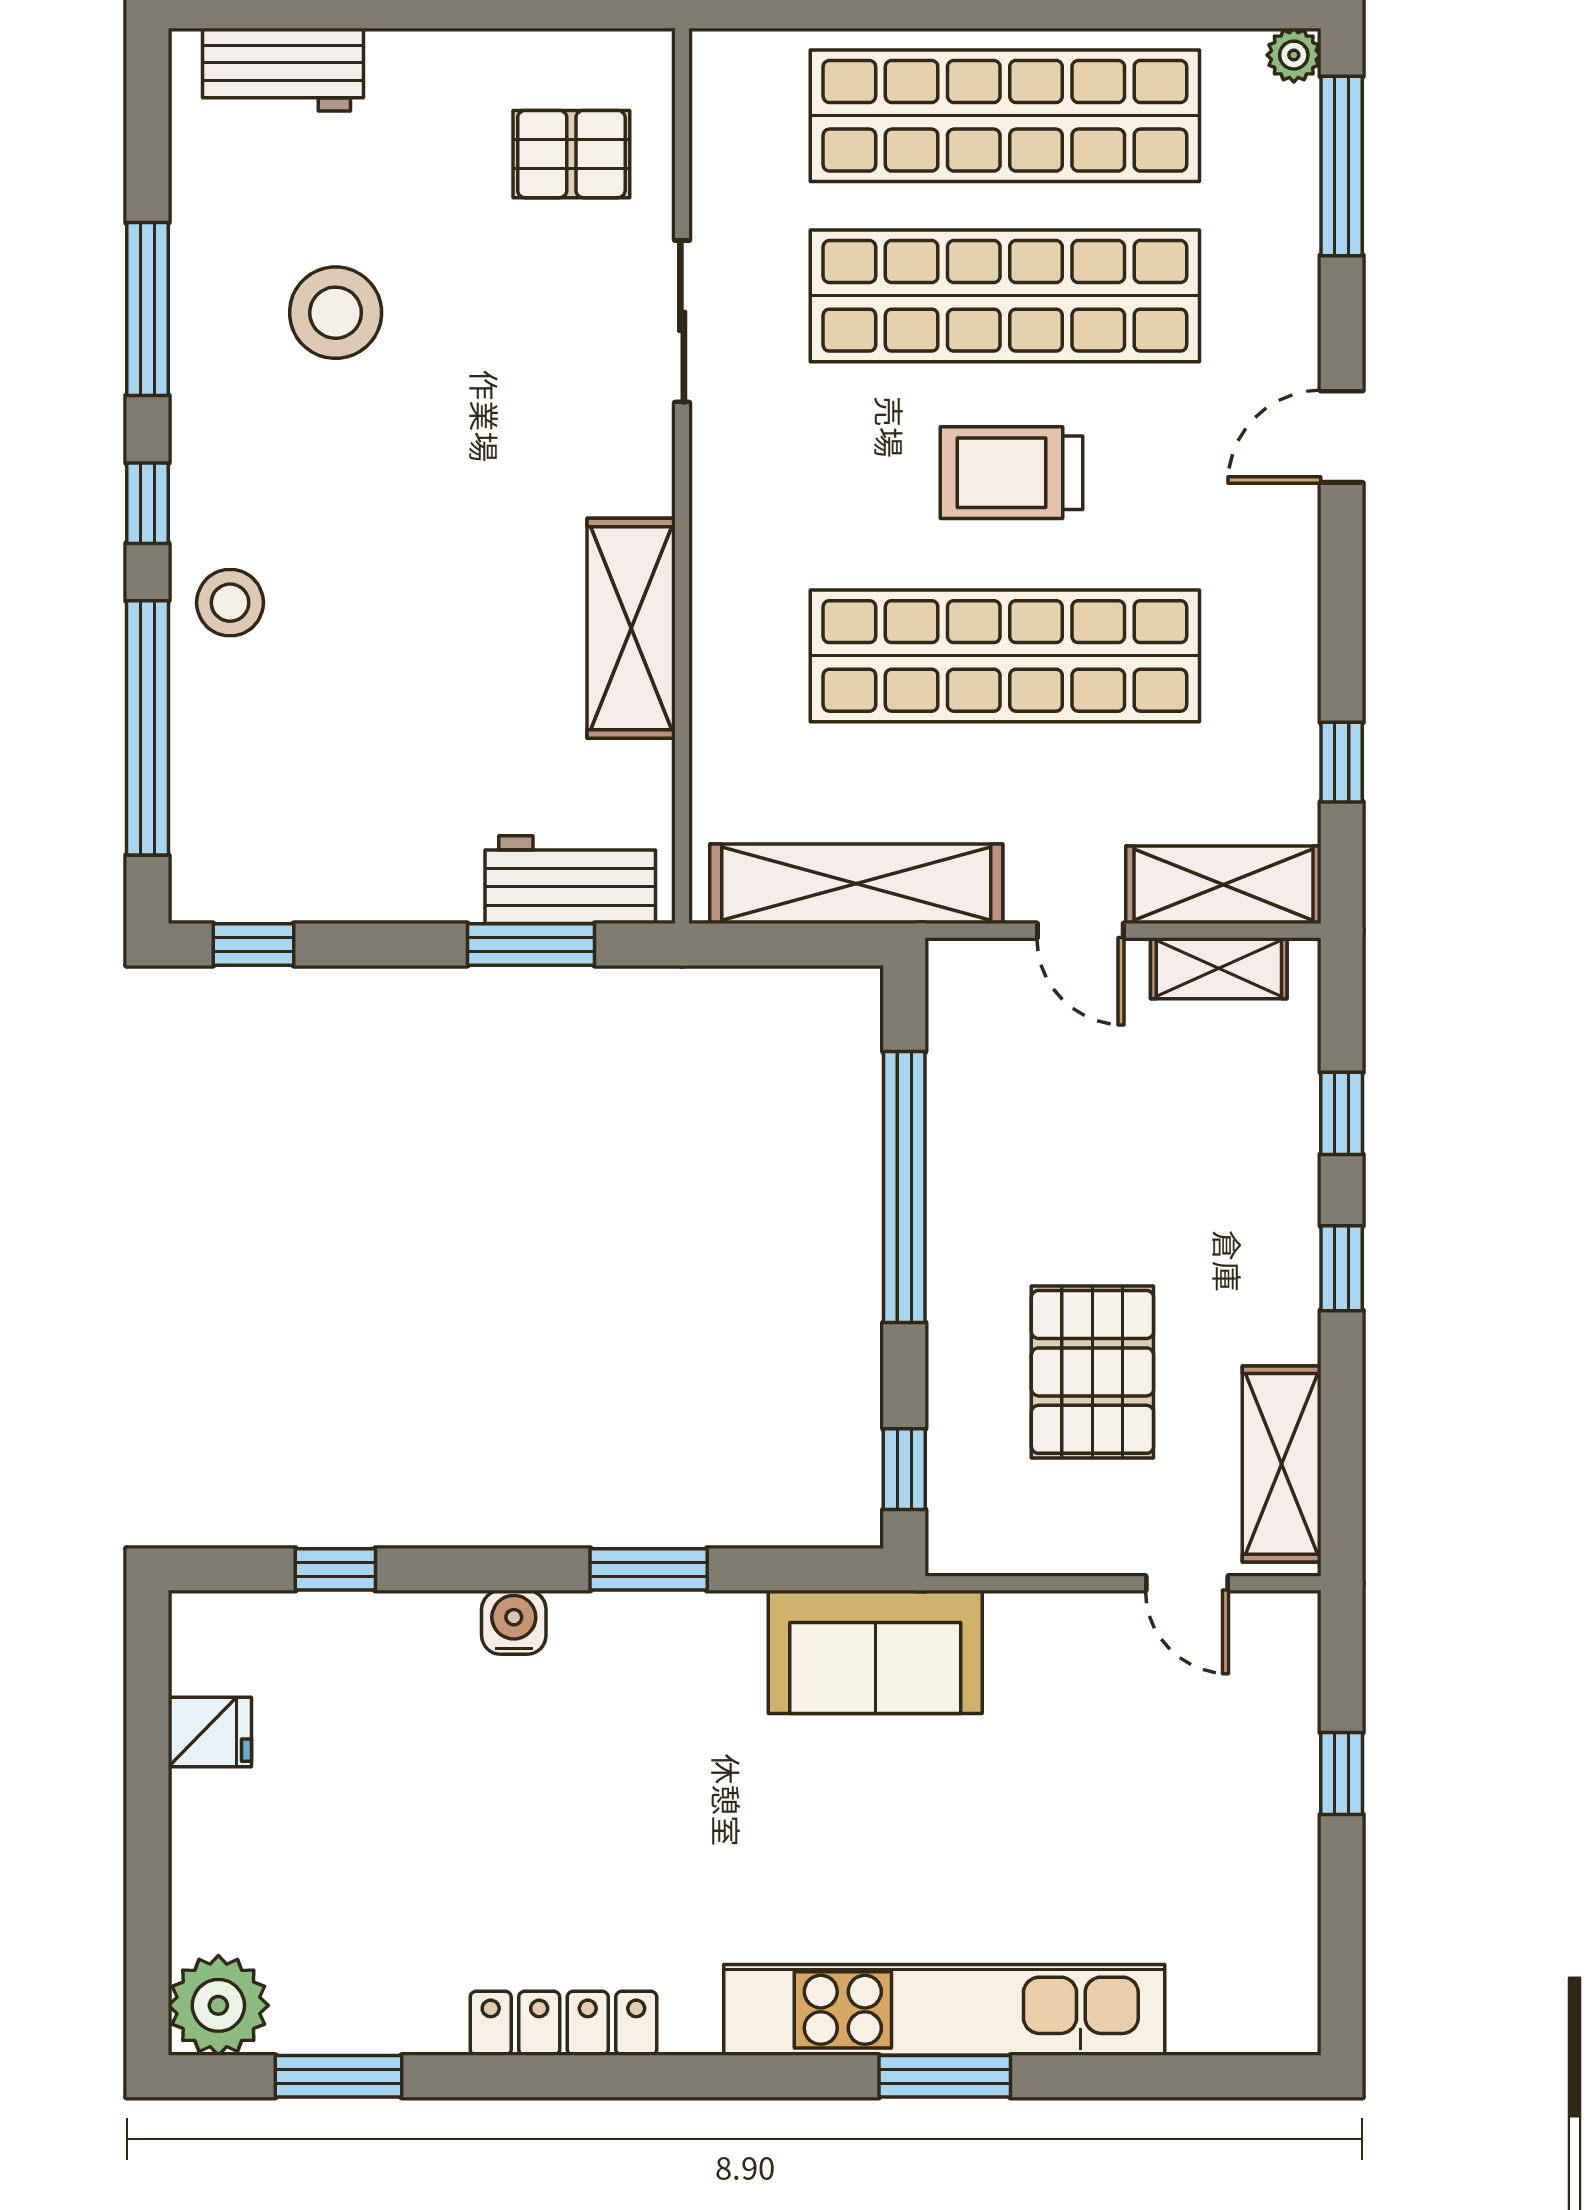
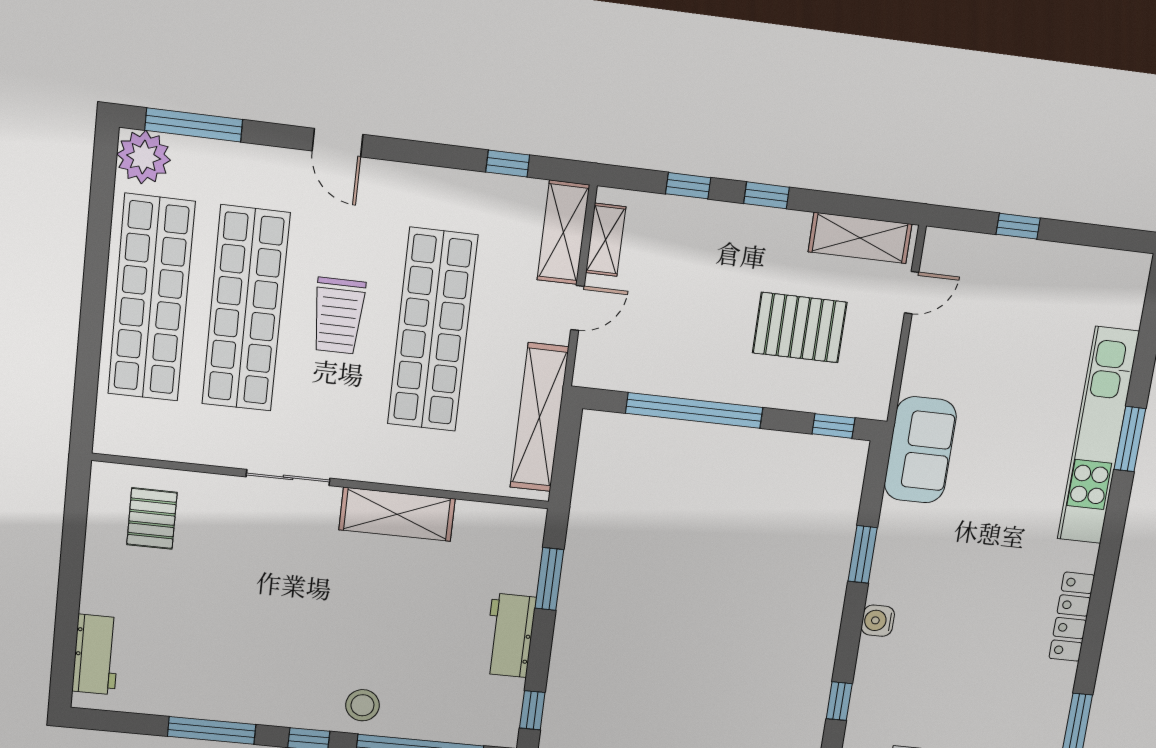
plant: (1294, 55) -> (144, 157), width x1.88, depth x1.88
stool: (336, 313) -> (222, 641), removed
sliding door: (682, 321) -> (288, 477), moved
workbench: (570, 880) -> (510, 635), moved

